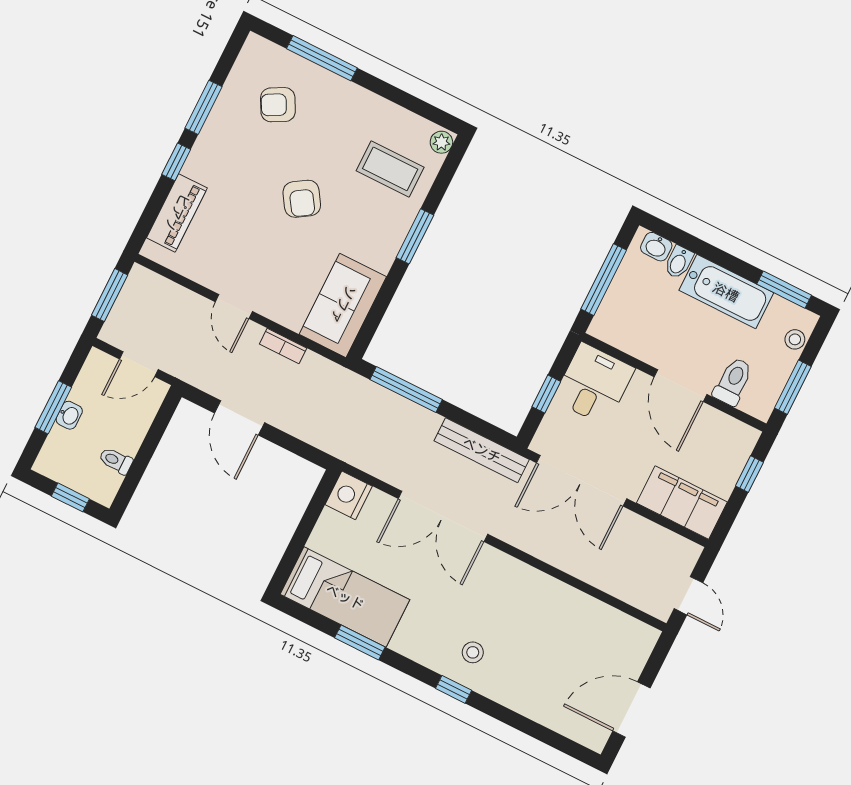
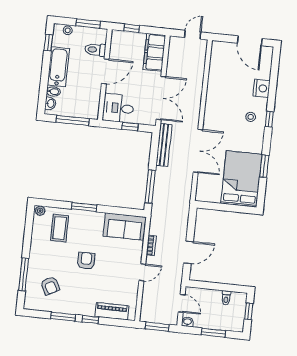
armchair: (302, 199) -> (86, 261), turned -57
window: (784, 290) -> (48, 43), width x0.67
washbasin: (69, 415) -> (188, 322), moved
nightstand: (349, 495) -> (262, 88), moved, turned -90
bed: (345, 597) -> (241, 179), width x1.50

